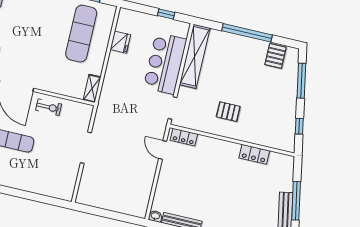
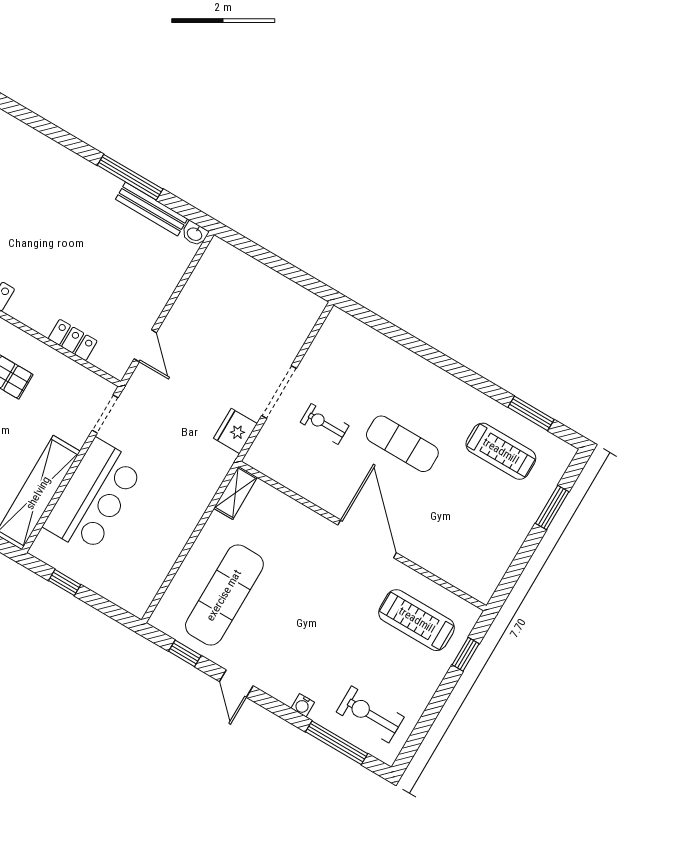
fridge: (120, 42) -> (235, 431), moved
exercise bike: (49, 107) -> (325, 424), moved
locker: (184, 137) -> (73, 340), moved

